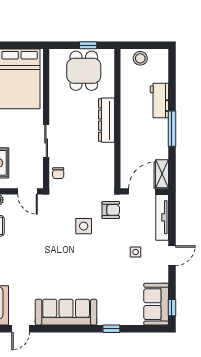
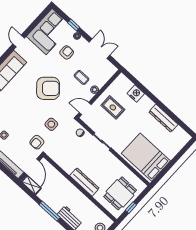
dining table: (84, 71) -> (120, 193), turned 90
side table: (84, 226) -> (51, 124), moved
armchair: (42, 251) -> (48, 88), added

